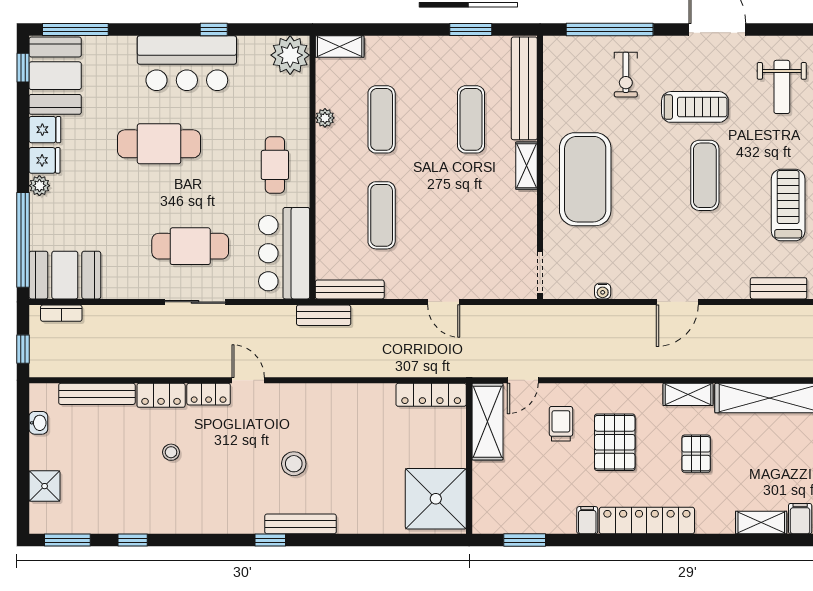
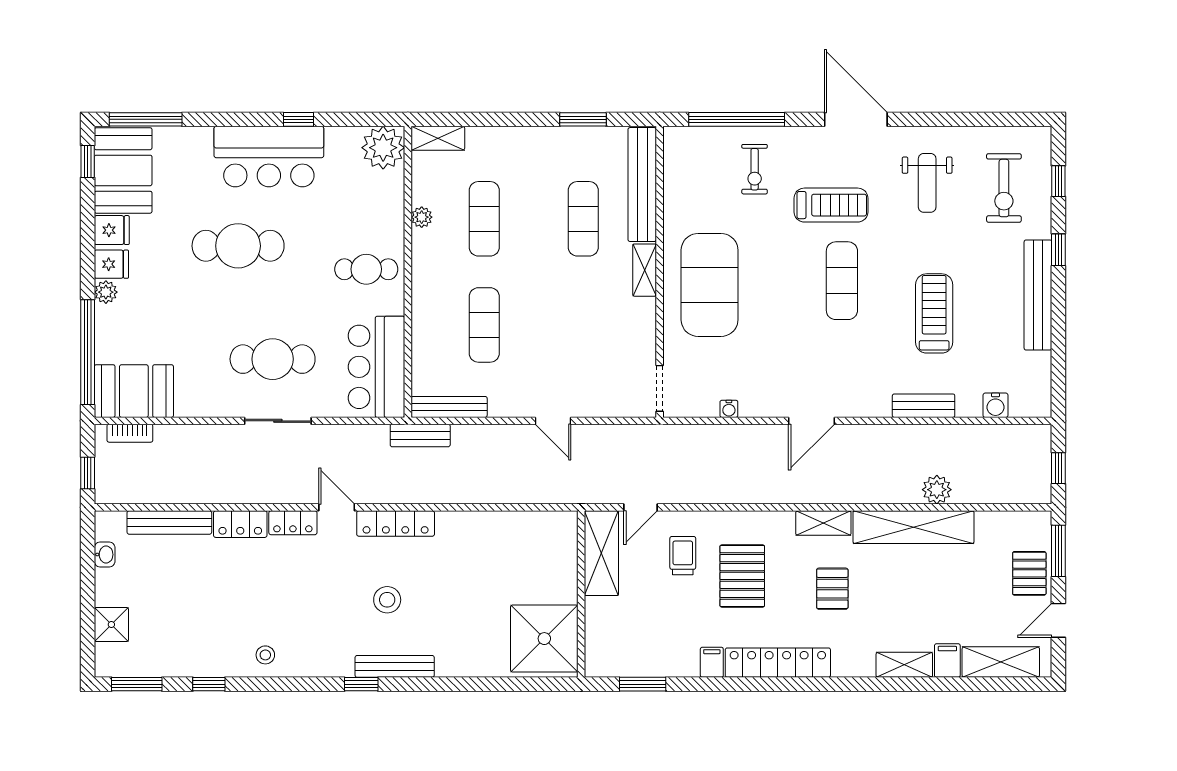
cafe table: (275, 165) -> (366, 269), turned 90
plant: (791, 364) -> (937, 490), added
locker: (431, 395) -> (396, 523), moved
stool: (171, 452) -> (265, 655), moved

